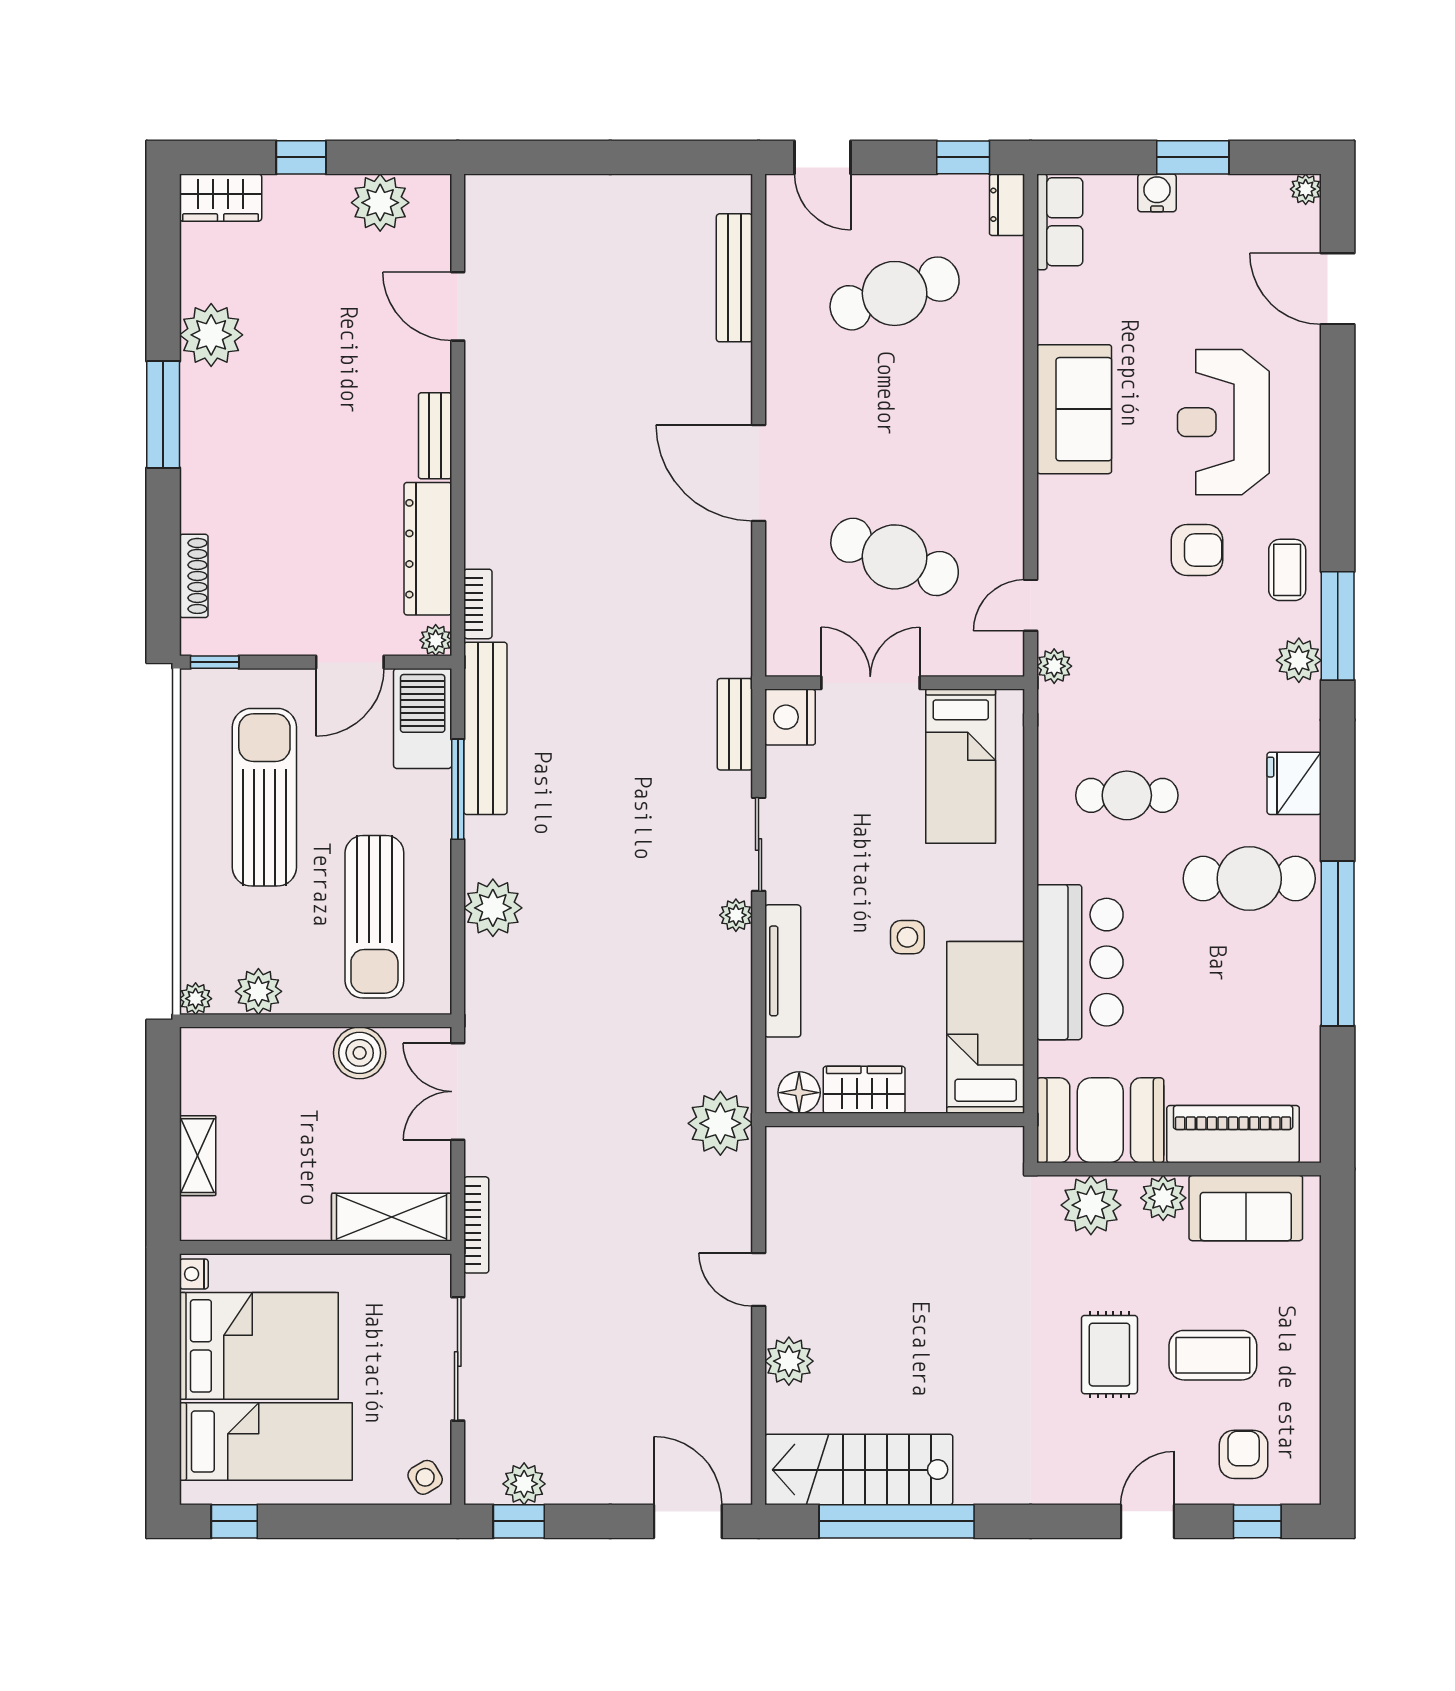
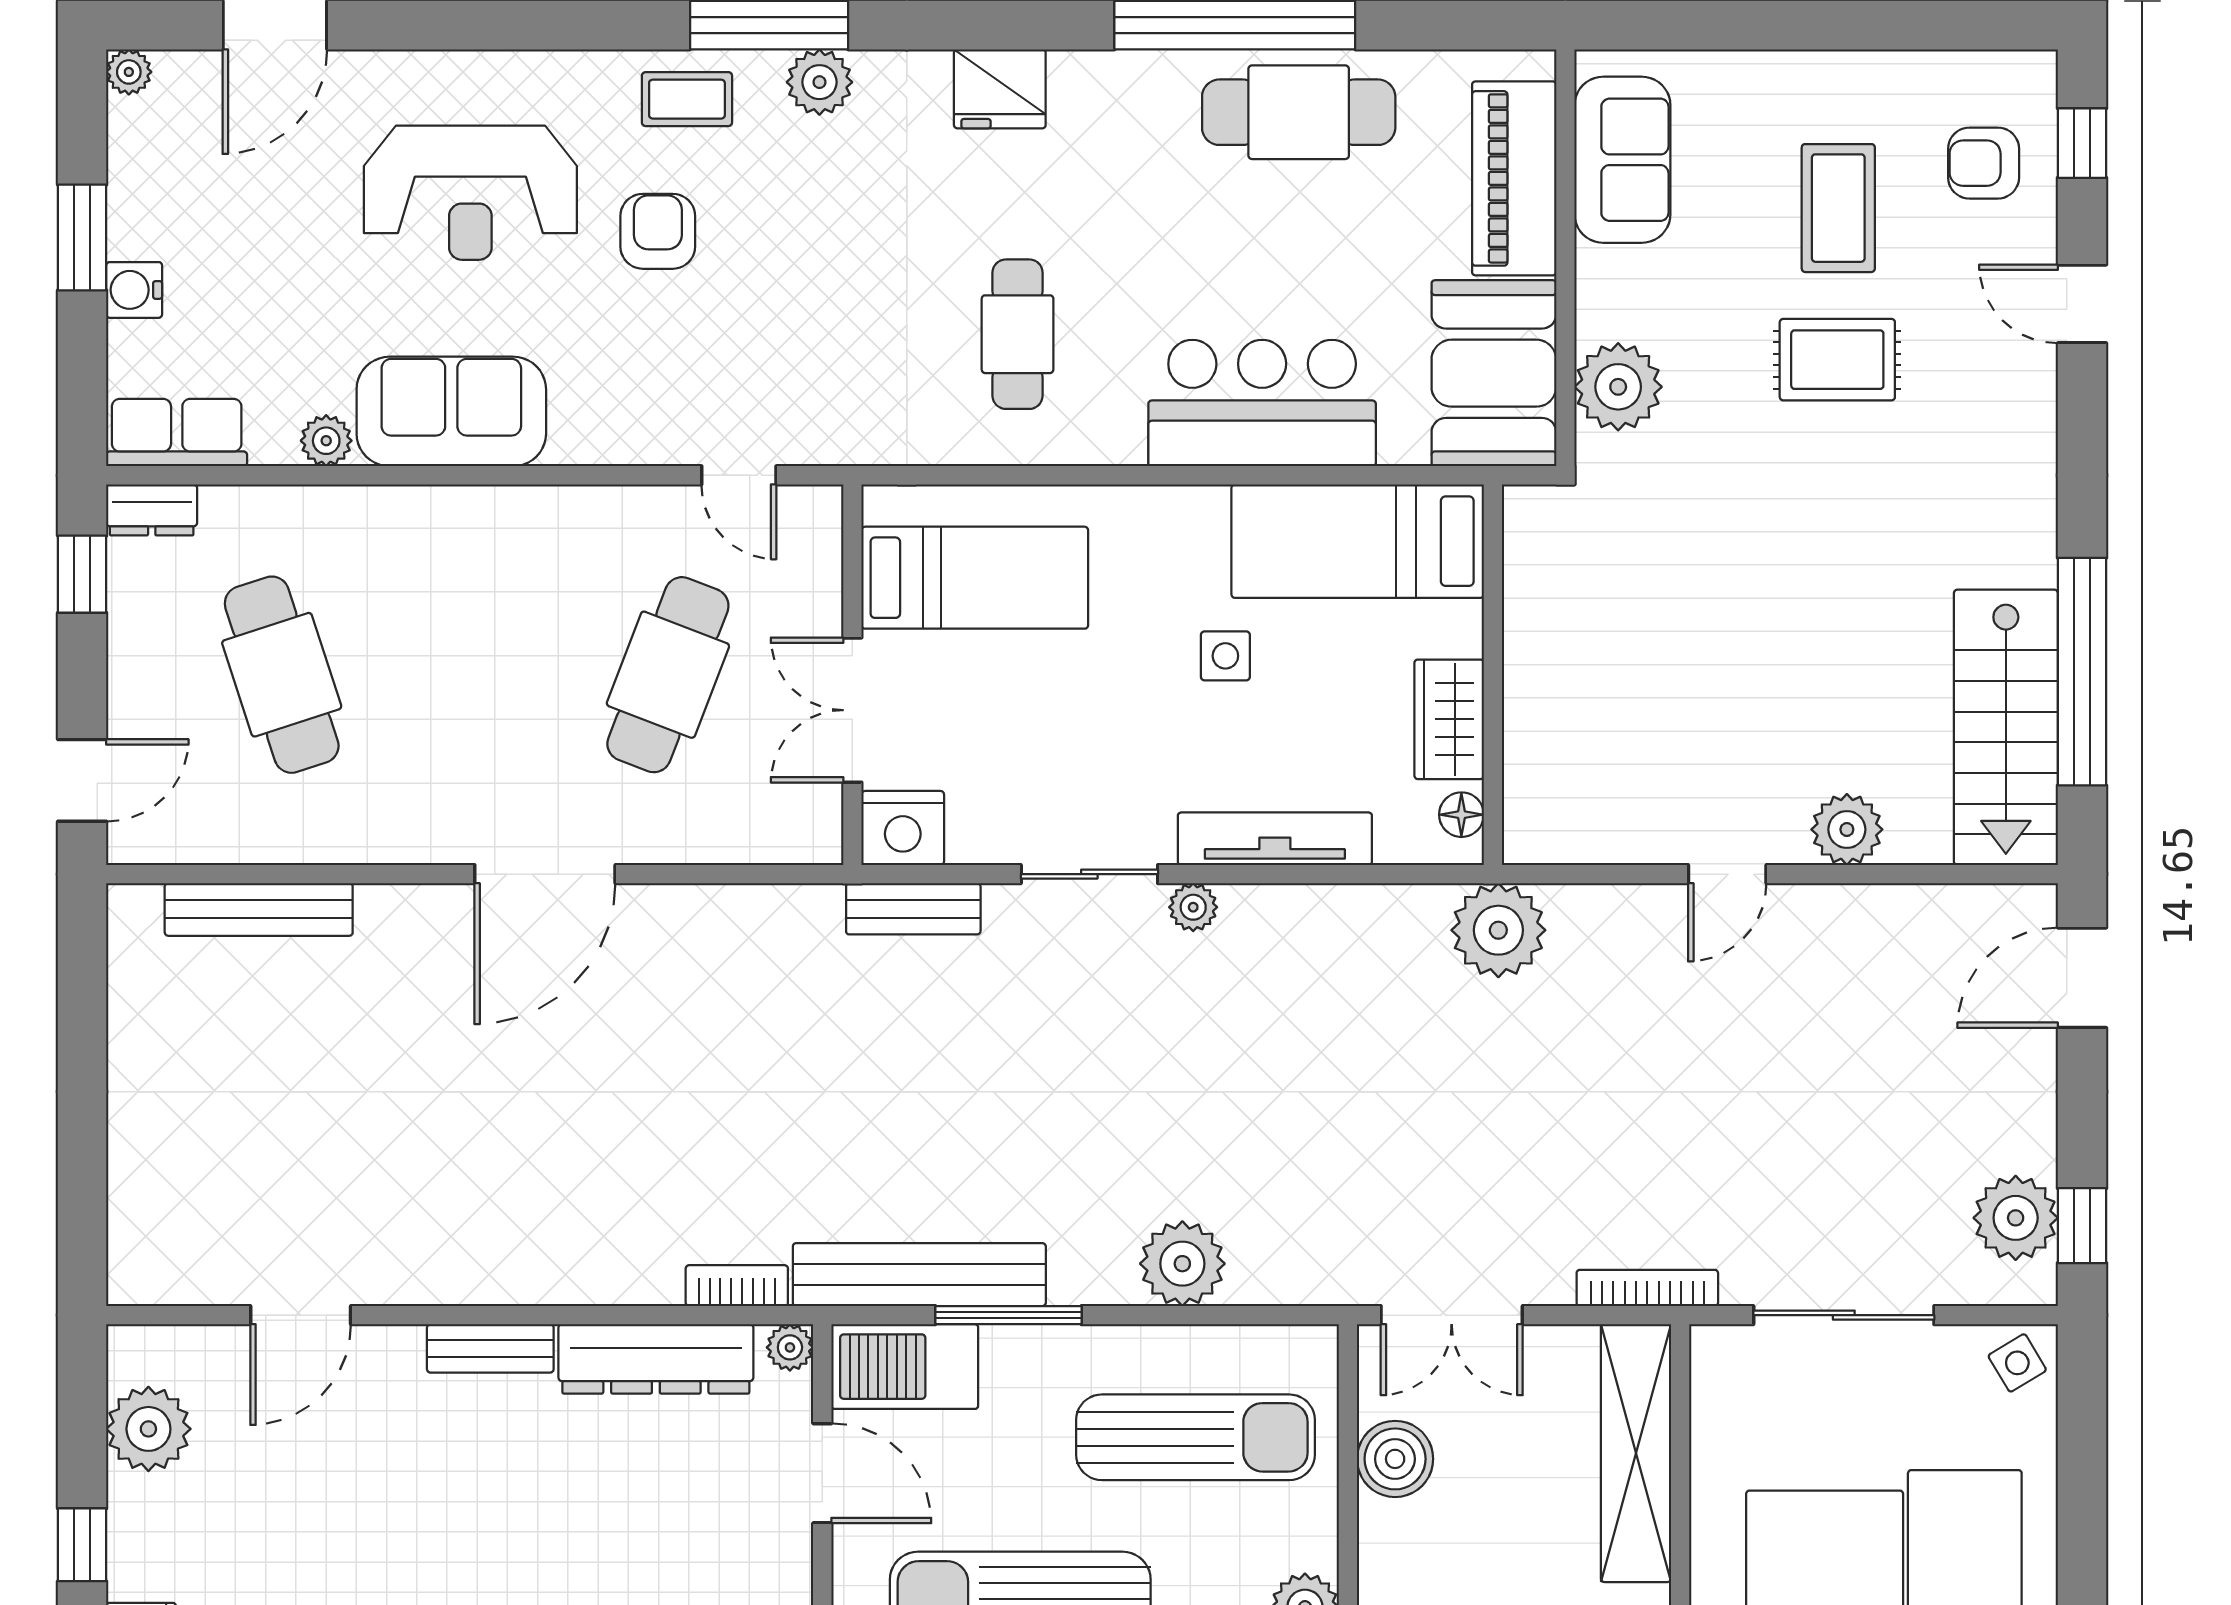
plant: (1054, 666) -> (326, 441), moved
cafe table: (1249, 879) -> (1299, 112), moved, turned 90
floor lamp: (799, 1093) -> (1461, 815), width x0.73, depth x0.73
plant: (1163, 1198) -> (1608, 281), removed
shelving: (392, 1217) -> (1636, 1453), width x1.47
plant: (524, 1484) -> (2016, 1218), width x1.36, depth x1.36

